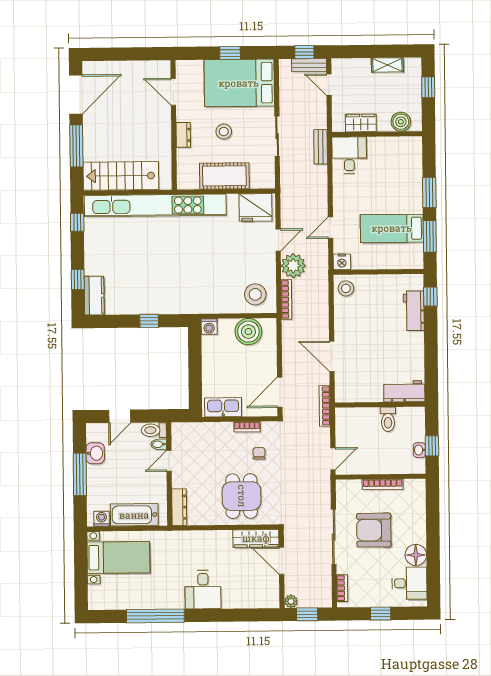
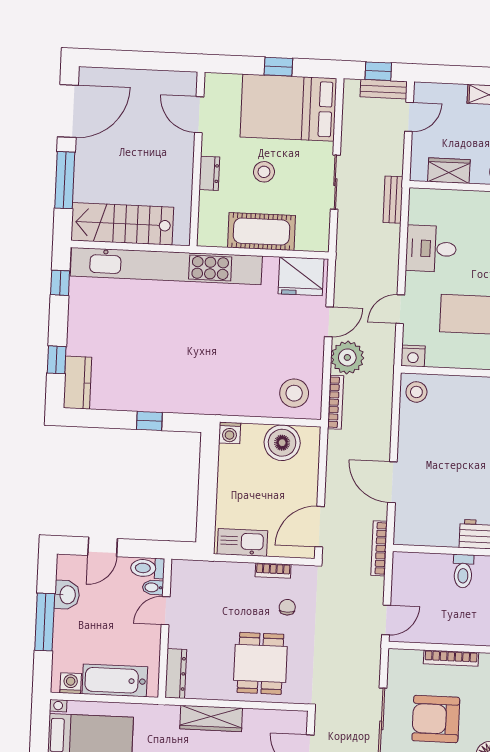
door: (329, 85) -> (409, 117), swing flipped
desk: (349, 155) -> (431, 249), moved, turned -90
wardrobe: (256, 538) -> (211, 718), moved

